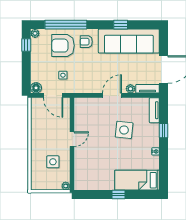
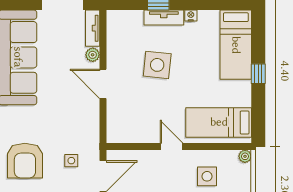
armchair: (86, 42) -> (19, 124), removed
tv unit: (154, 110) -> (164, 17), moved
bed: (87, 169) -> (219, 122), added

